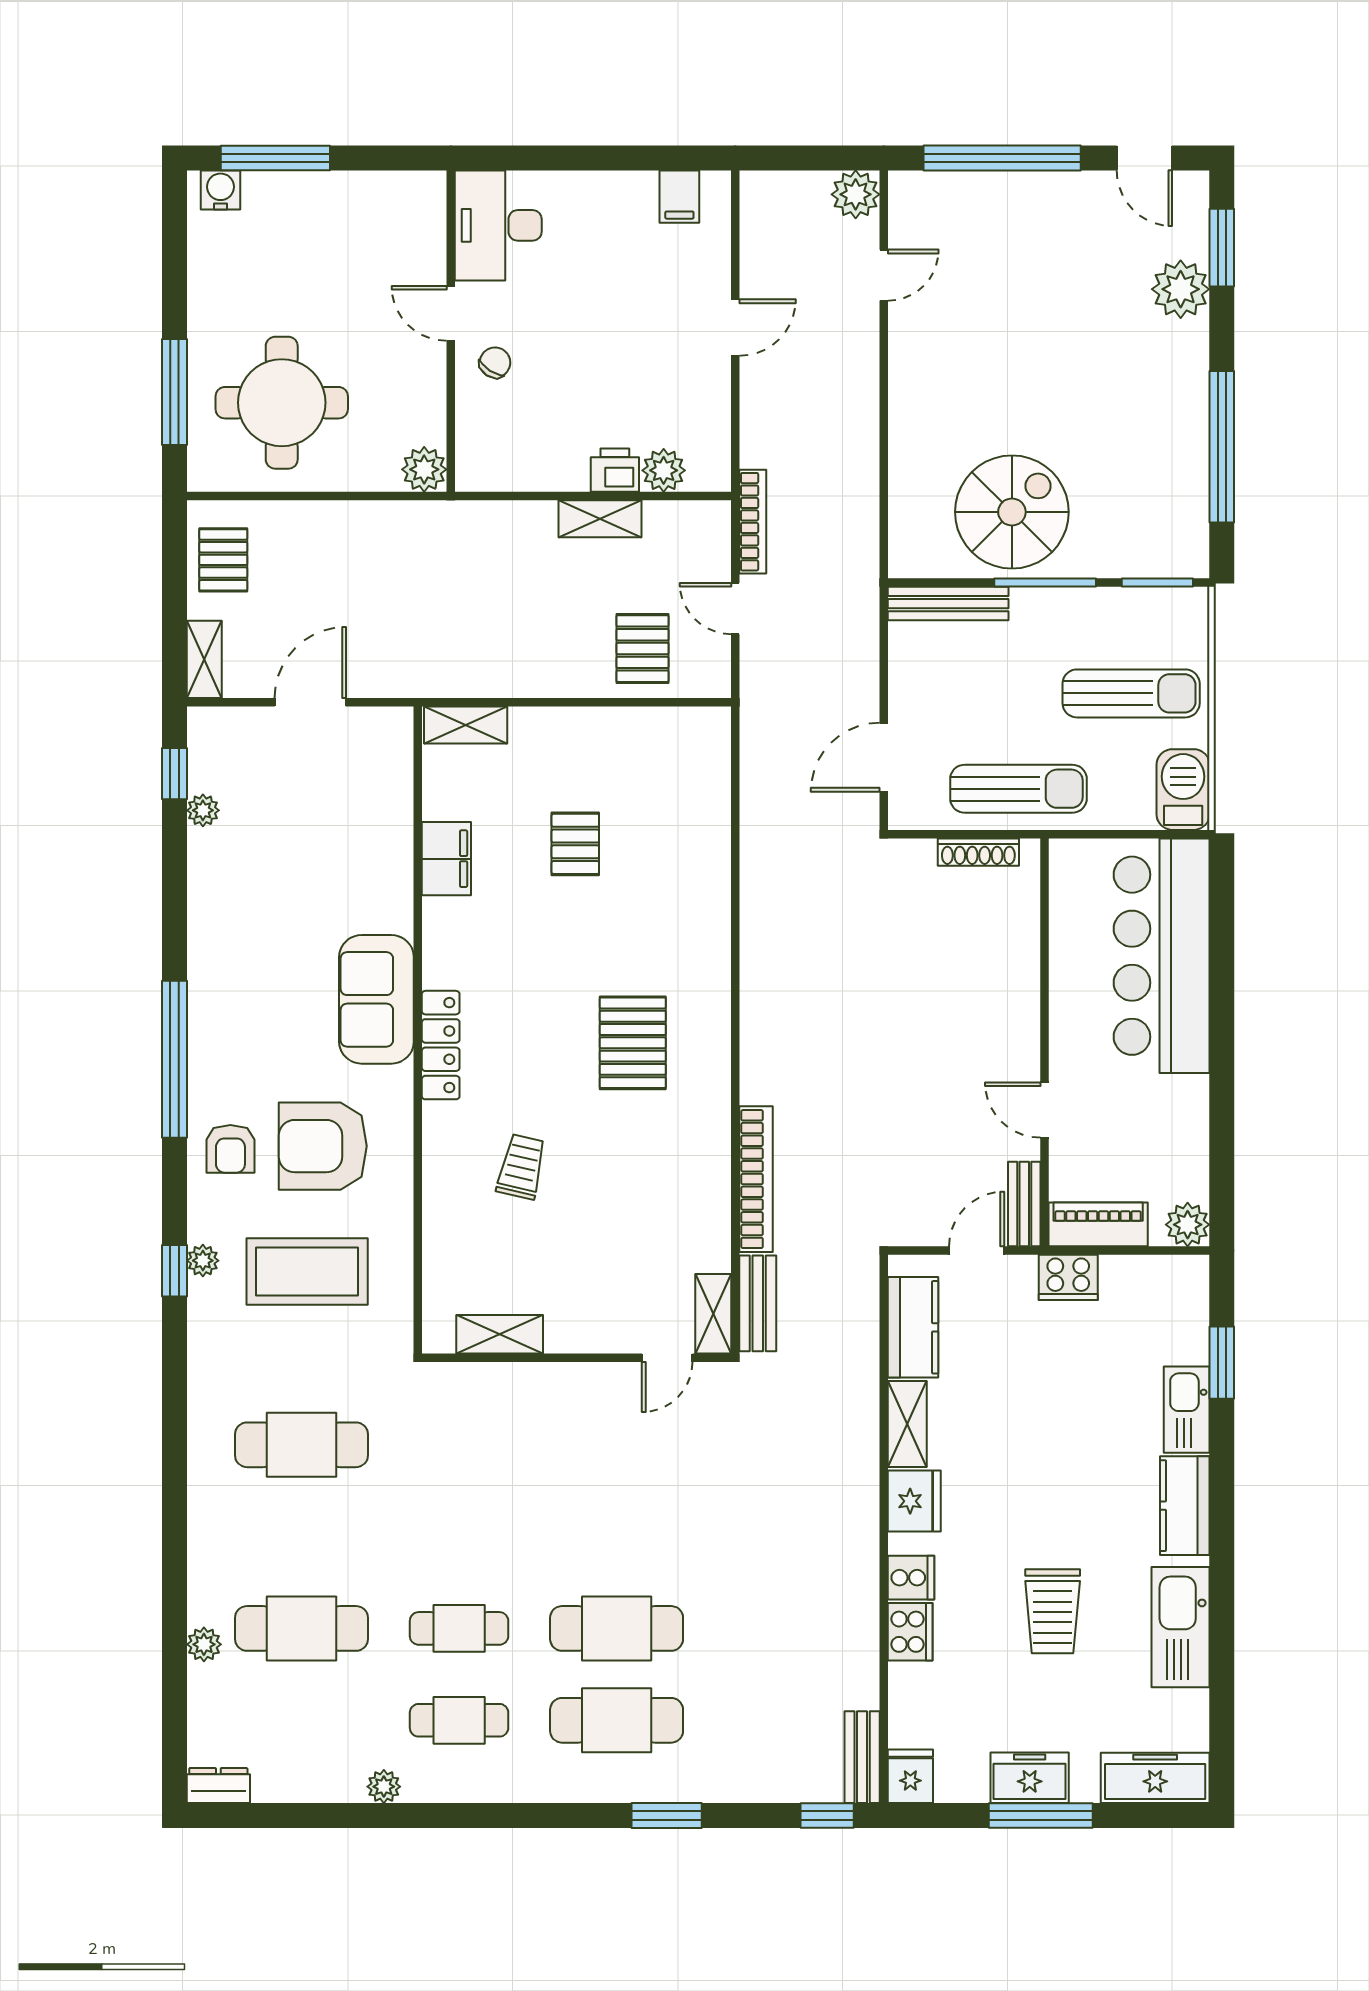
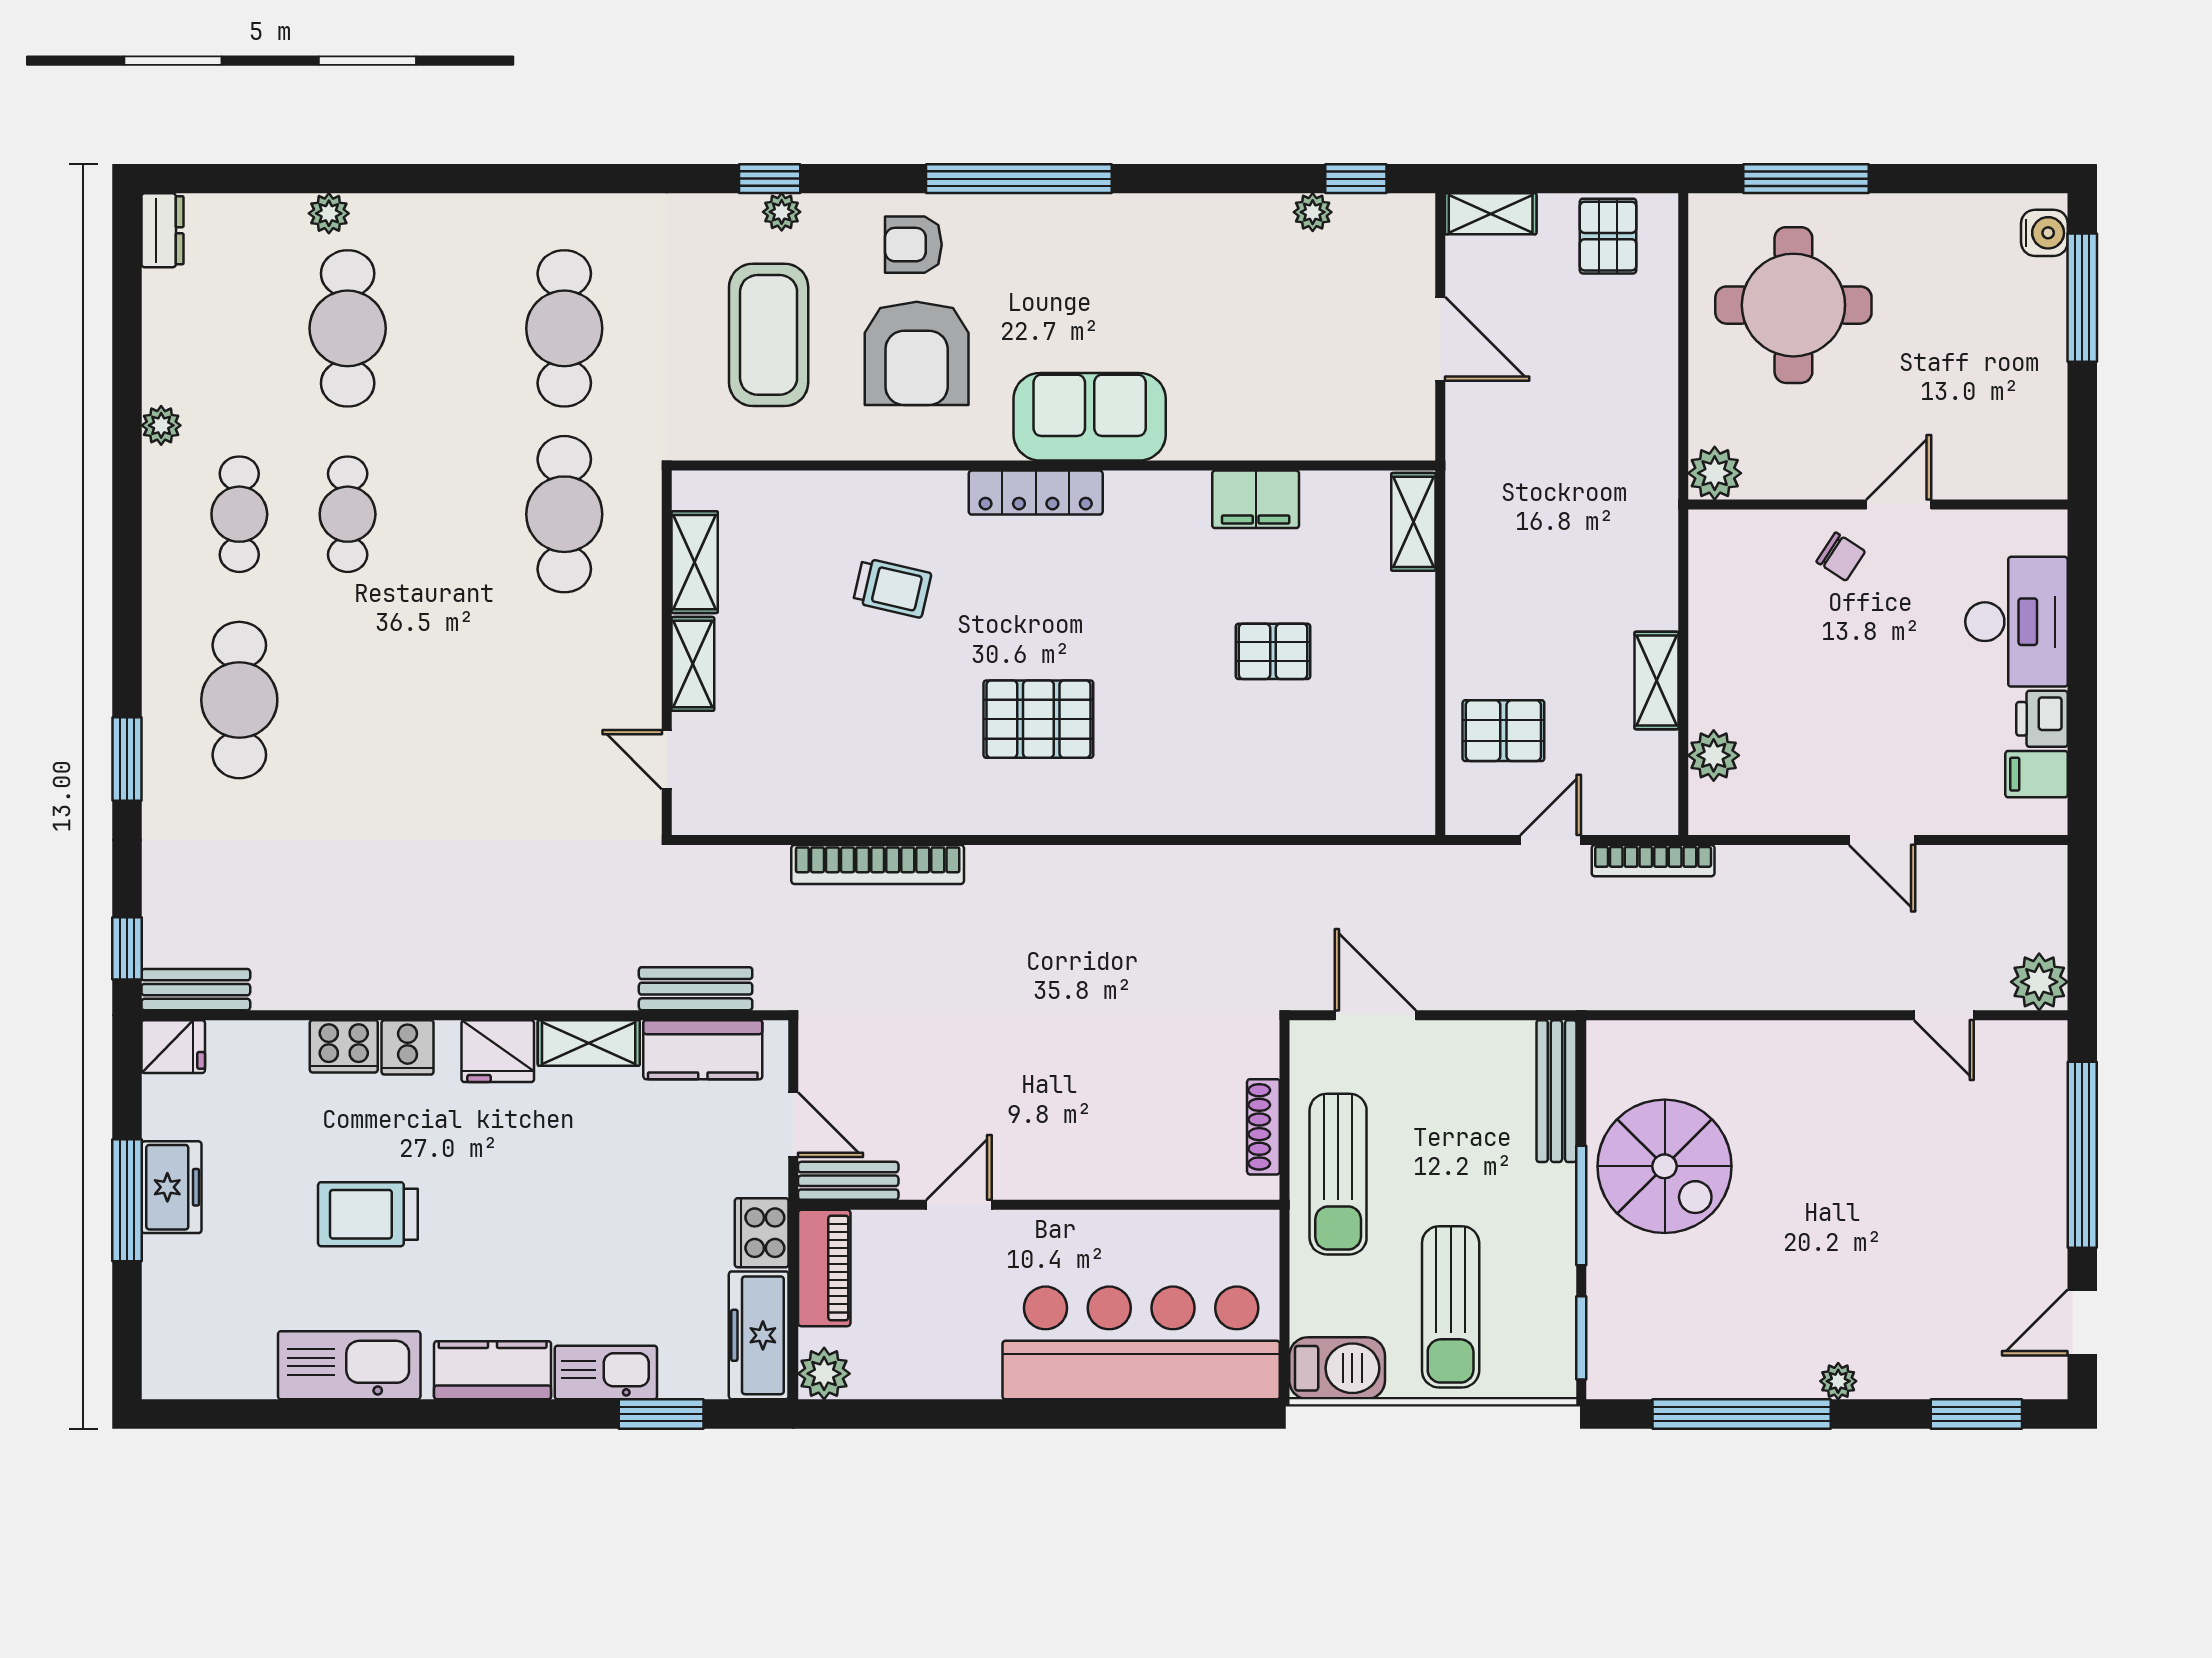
desk: (498, 225) -> (2017, 622), moved, turned 90
plant: (1181, 289) -> (1838, 1381), moved, width x0.53, depth x0.53
printer: (615, 470) -> (2042, 719), moved, turned 180
pallet: (223, 560) -> (1608, 236), turned 90
armchair: (323, 1146) -> (917, 353), turned 180
bench: (758, 1303) -> (696, 989), moved
shelving: (713, 1314) -> (693, 664), moved, turned 90
cafe table: (617, 1628) -> (564, 514), moved
freezer: (1155, 1778) -> (759, 1335), moved, turned 180

